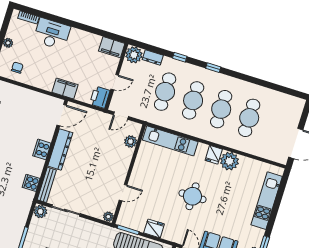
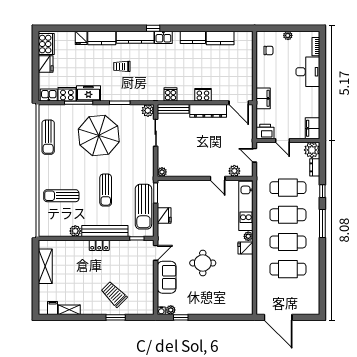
window: (213, 68) -> (322, 224), width x2.17
plant: (229, 161) -> (248, 236), moved, width x0.53, depth x0.53
door: (123, 193) -> (218, 178), moved
round table: (192, 196) -> (203, 263), moved
kitchen unit: (267, 201) -> (220, 307), removed

